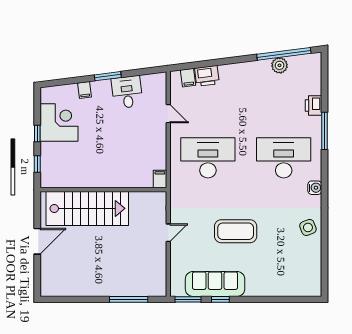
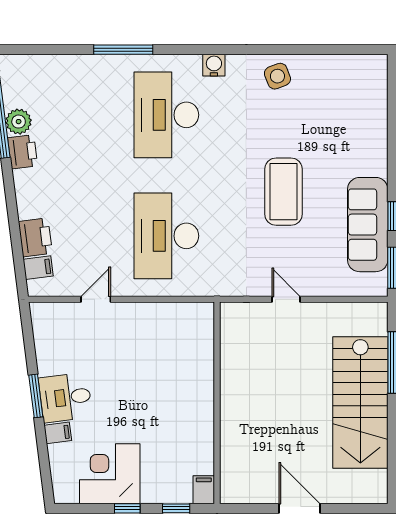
desk: (127, 92) -> (65, 398), moved
printer: (313, 106) -> (23, 152), moved, turned -97
filing cabinet: (160, 179) -> (204, 490), moved, turned 90
stairs: (87, 208) -> (360, 403), moved, turned 180

